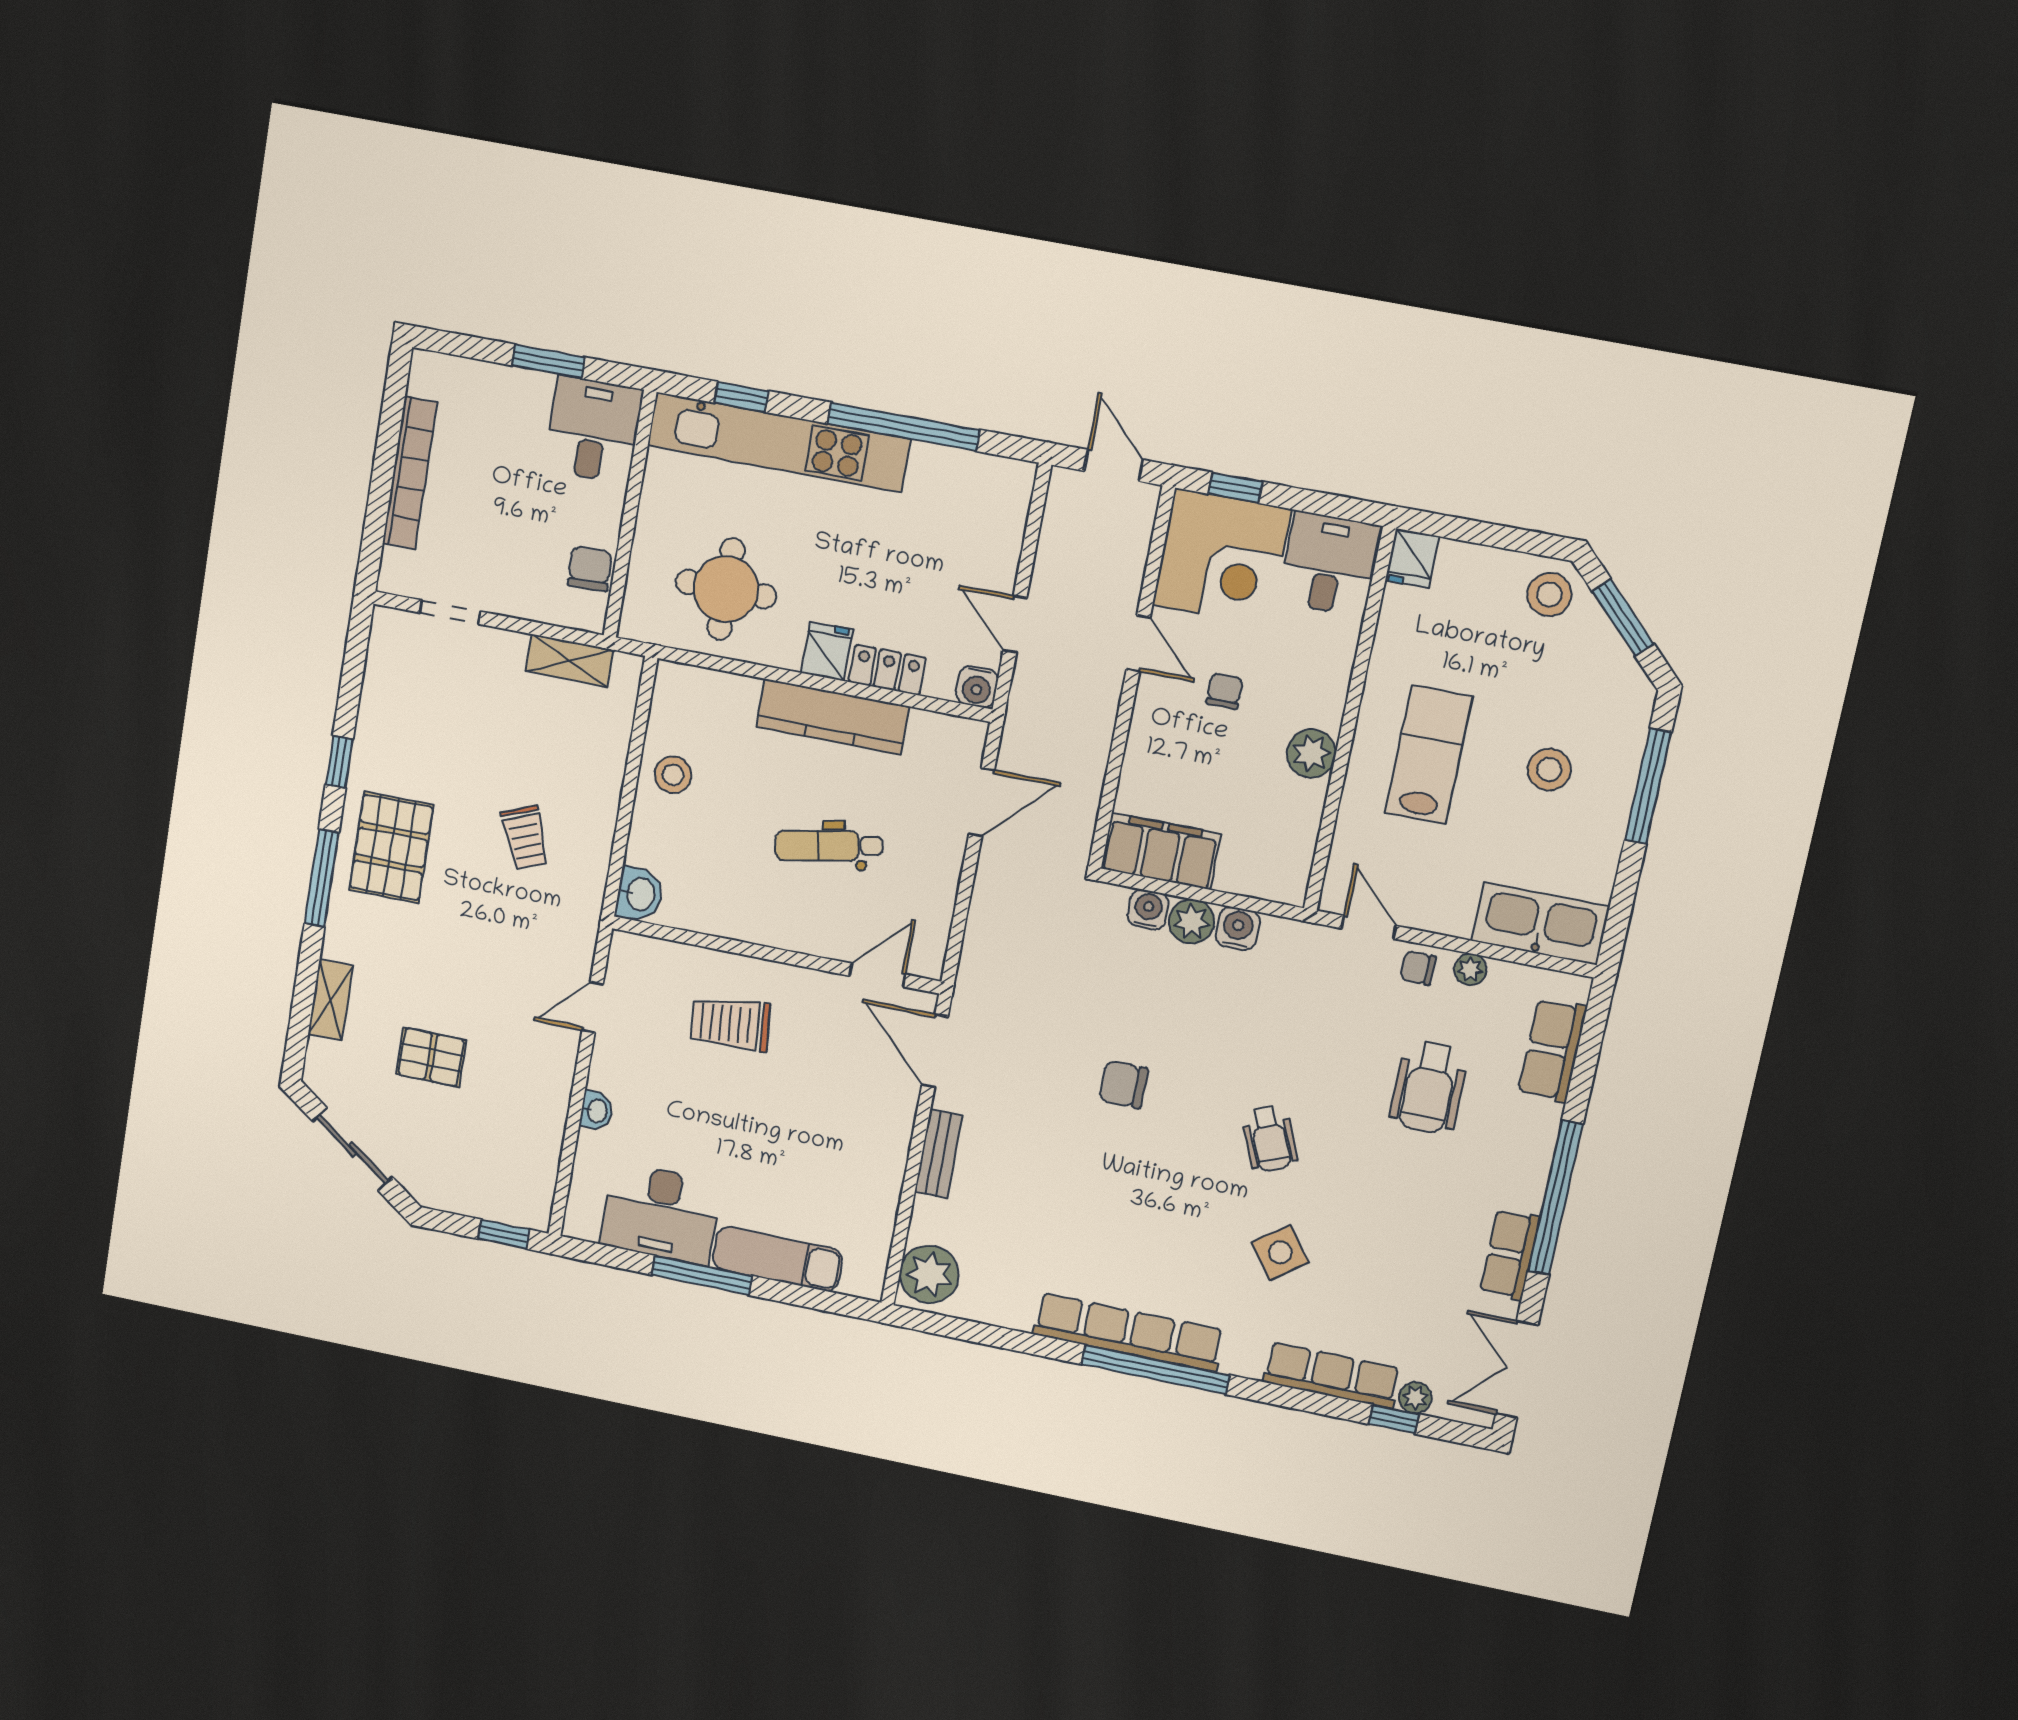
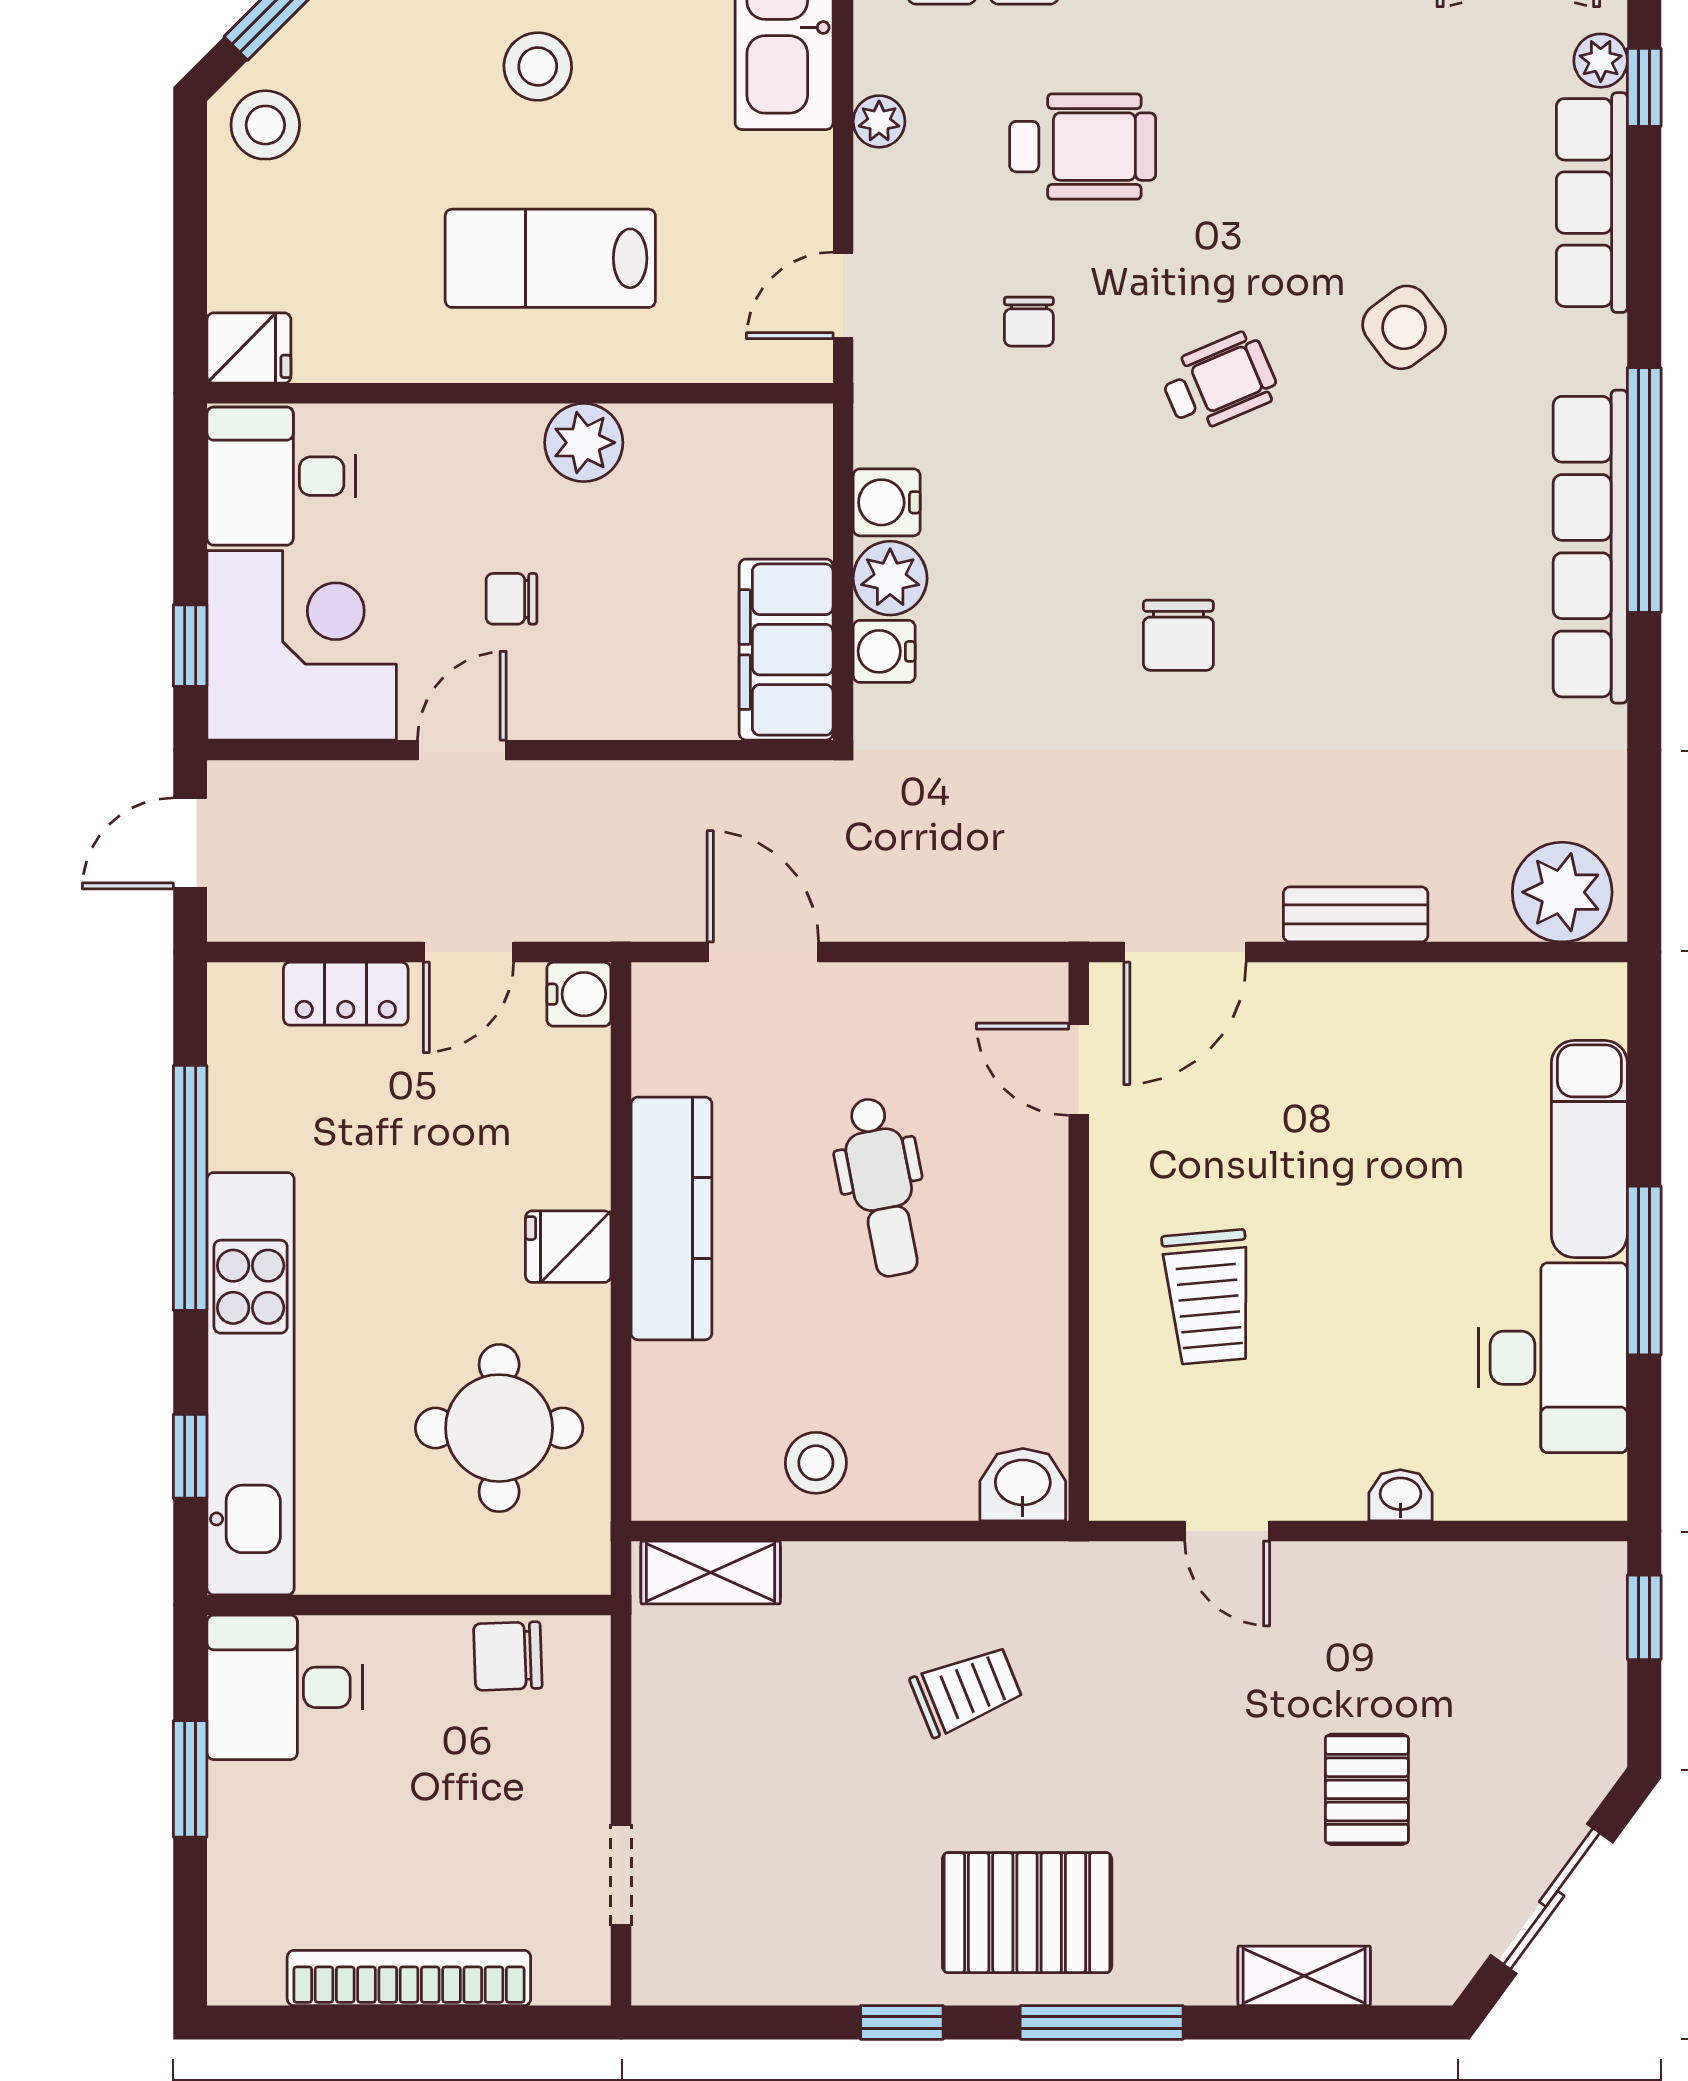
shelving: (570, 661) -> (711, 1572), moved, turned 90
locker: (887, 670) -> (346, 994), moved, turned -90
chair: (1418, 968) -> (1029, 322), moved

